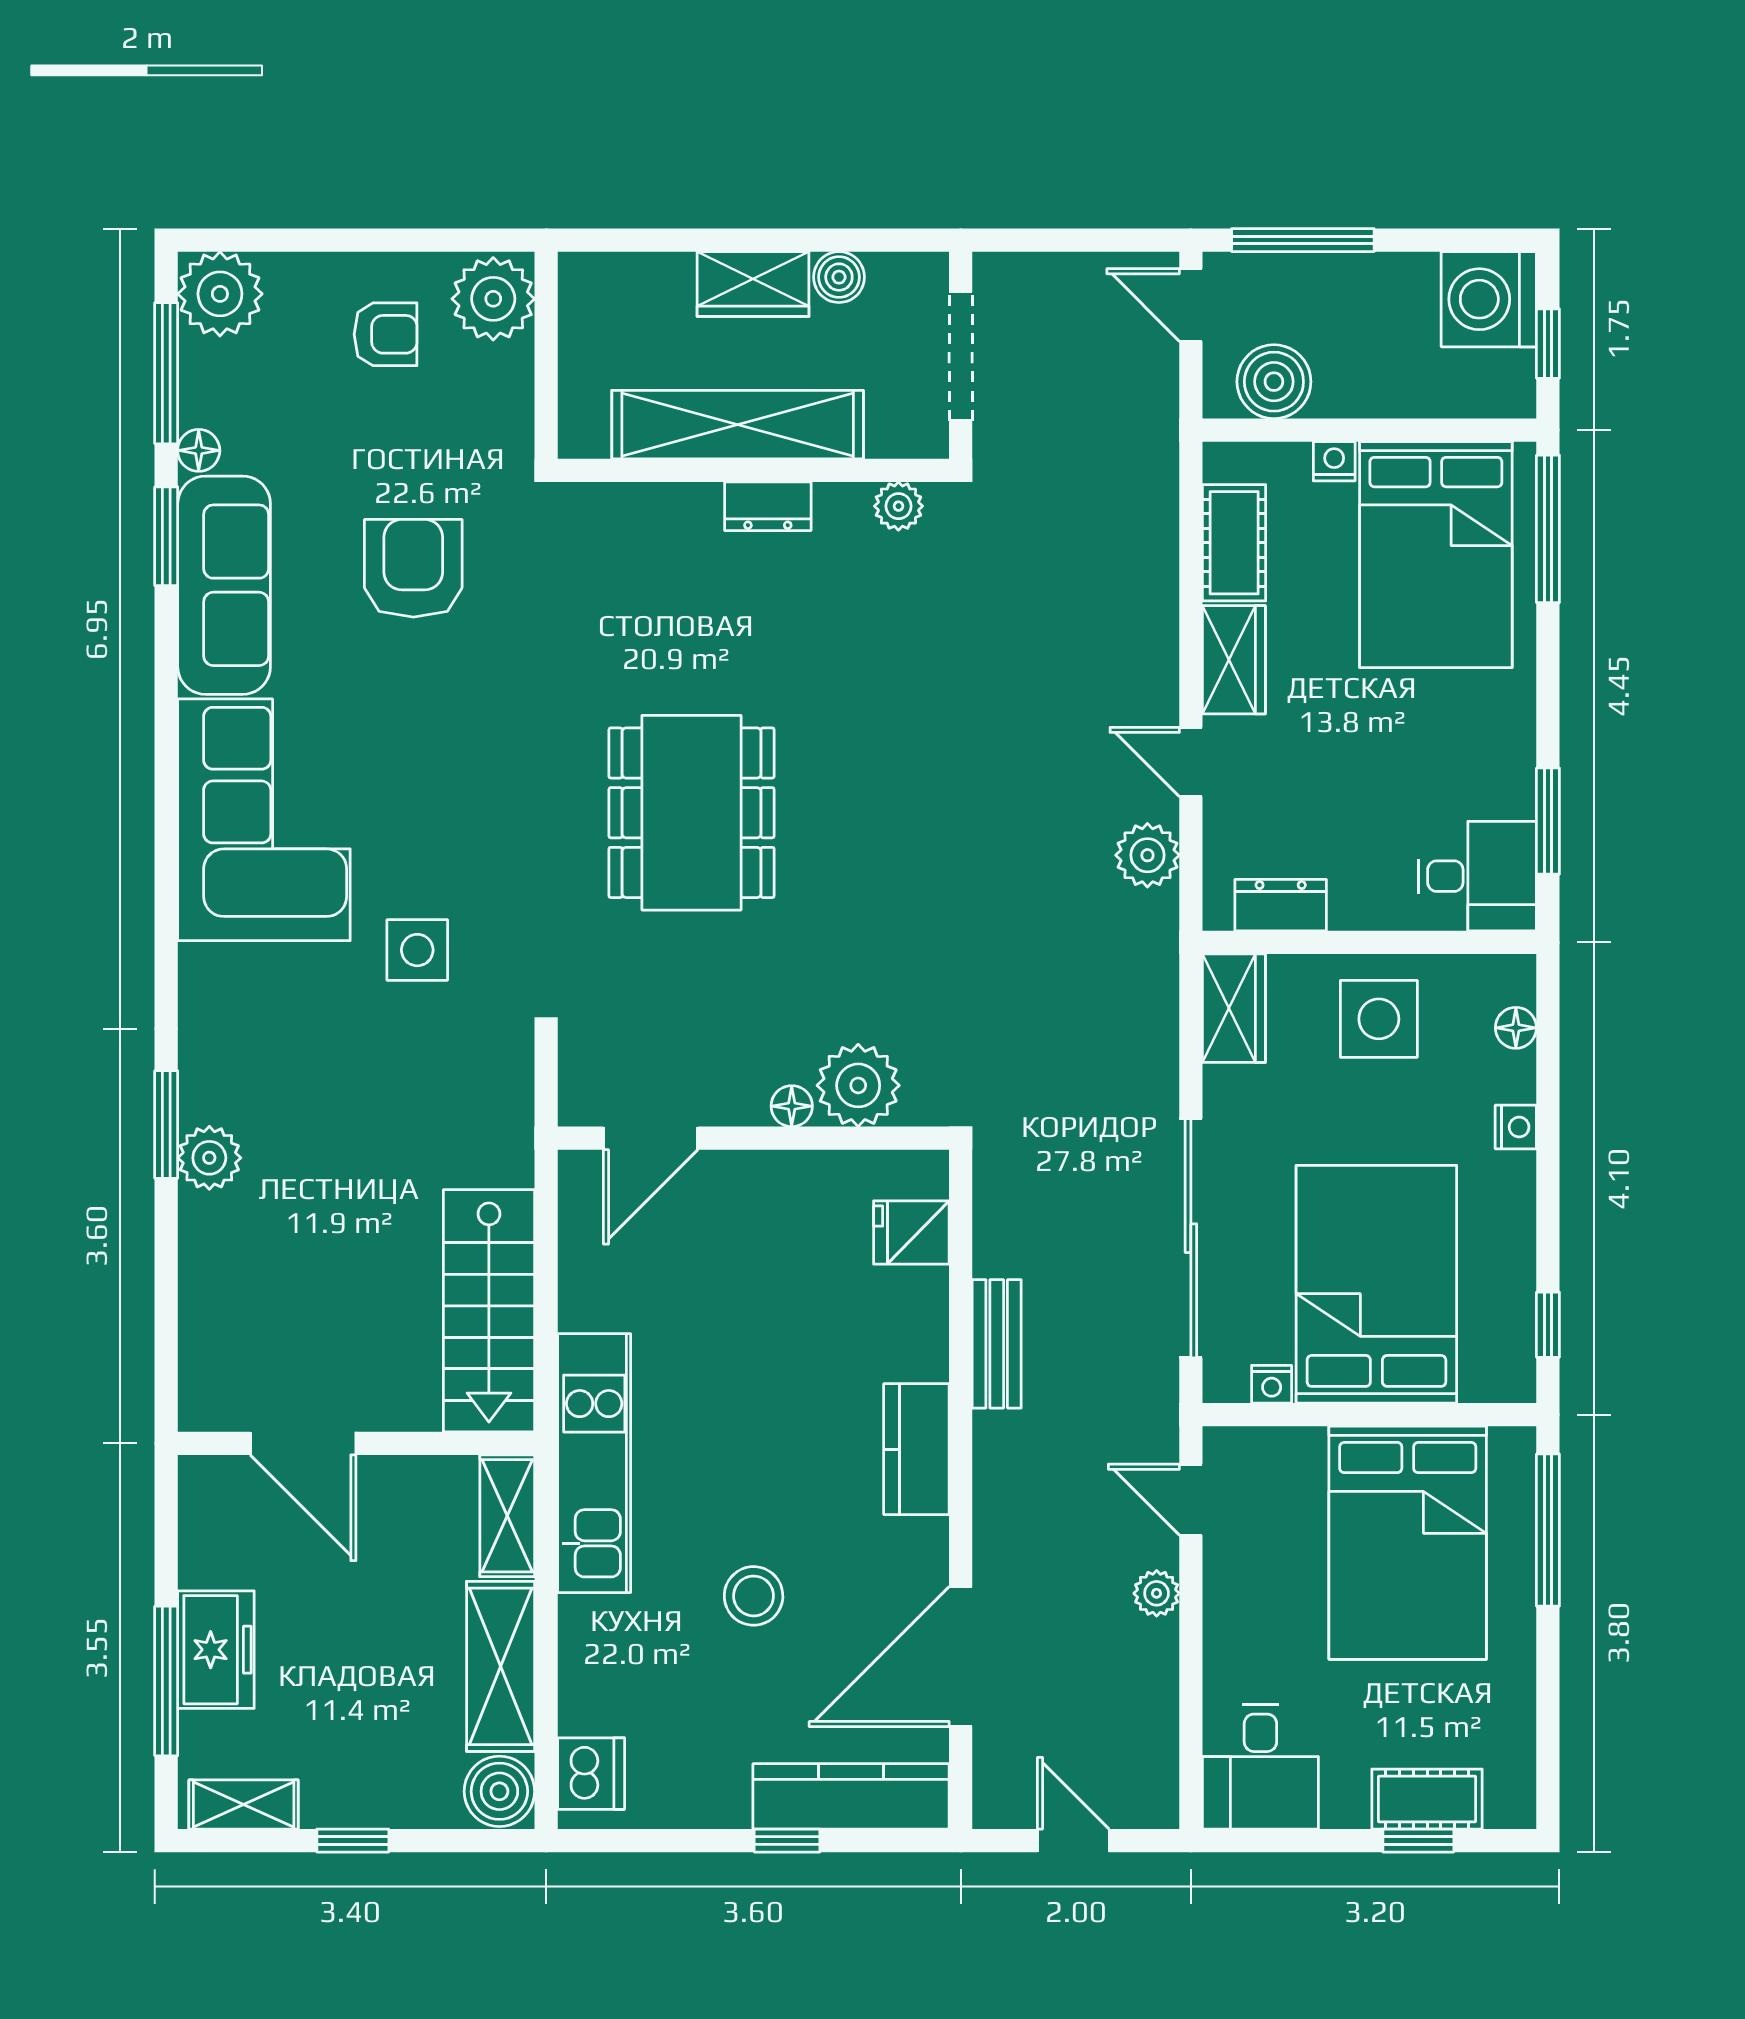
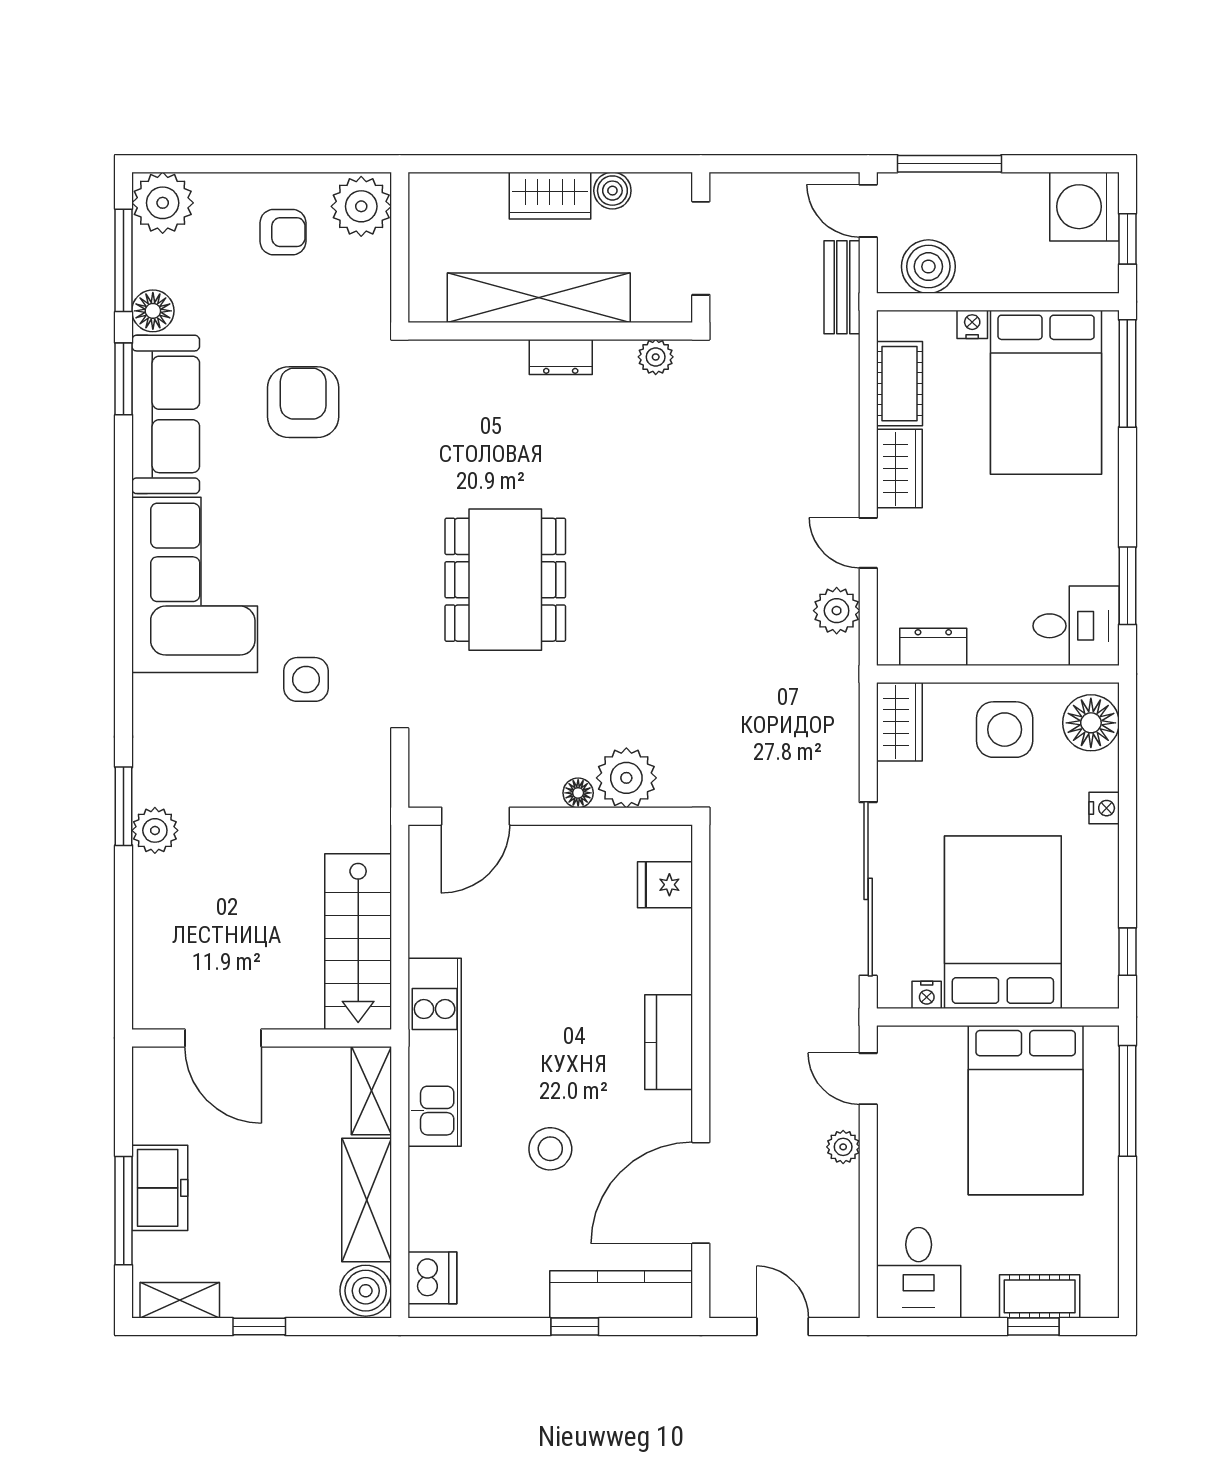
floor lamp: (199, 450) -> (153, 311), width x1.37, depth x1.37
floor lamp: (1516, 1028) -> (1091, 723), width x1.89, depth x1.89
bench: (997, 1344) -> (842, 287), moved

